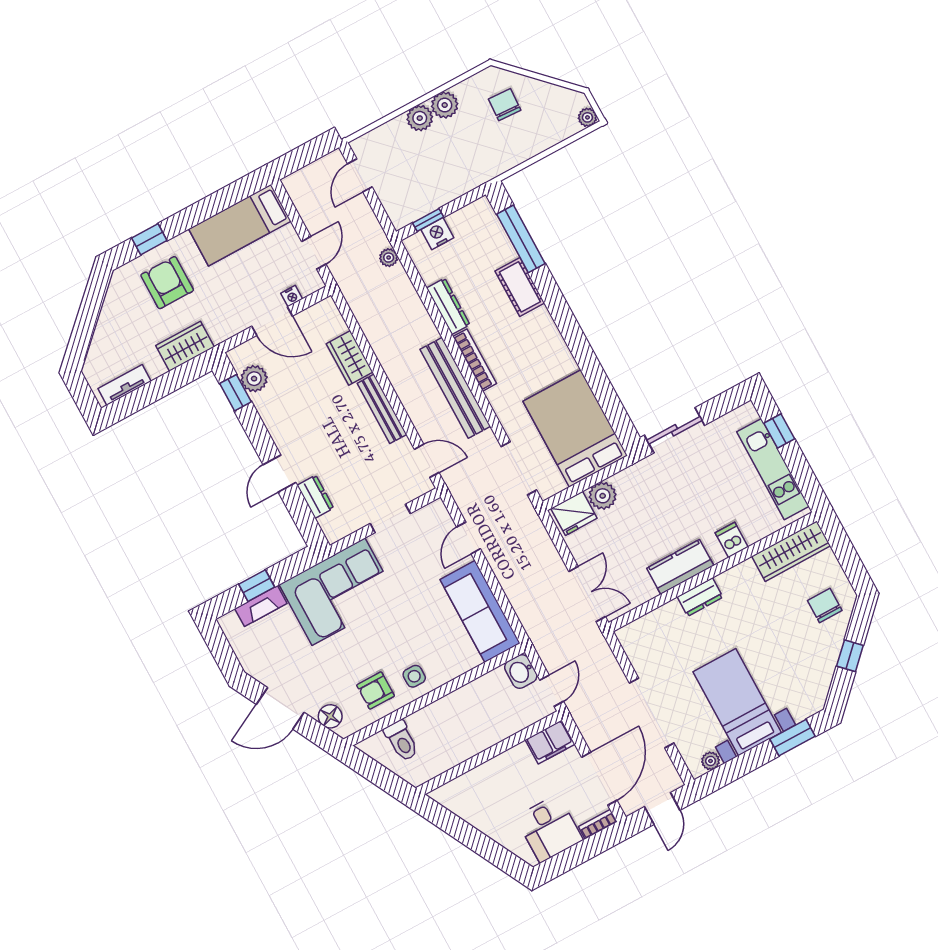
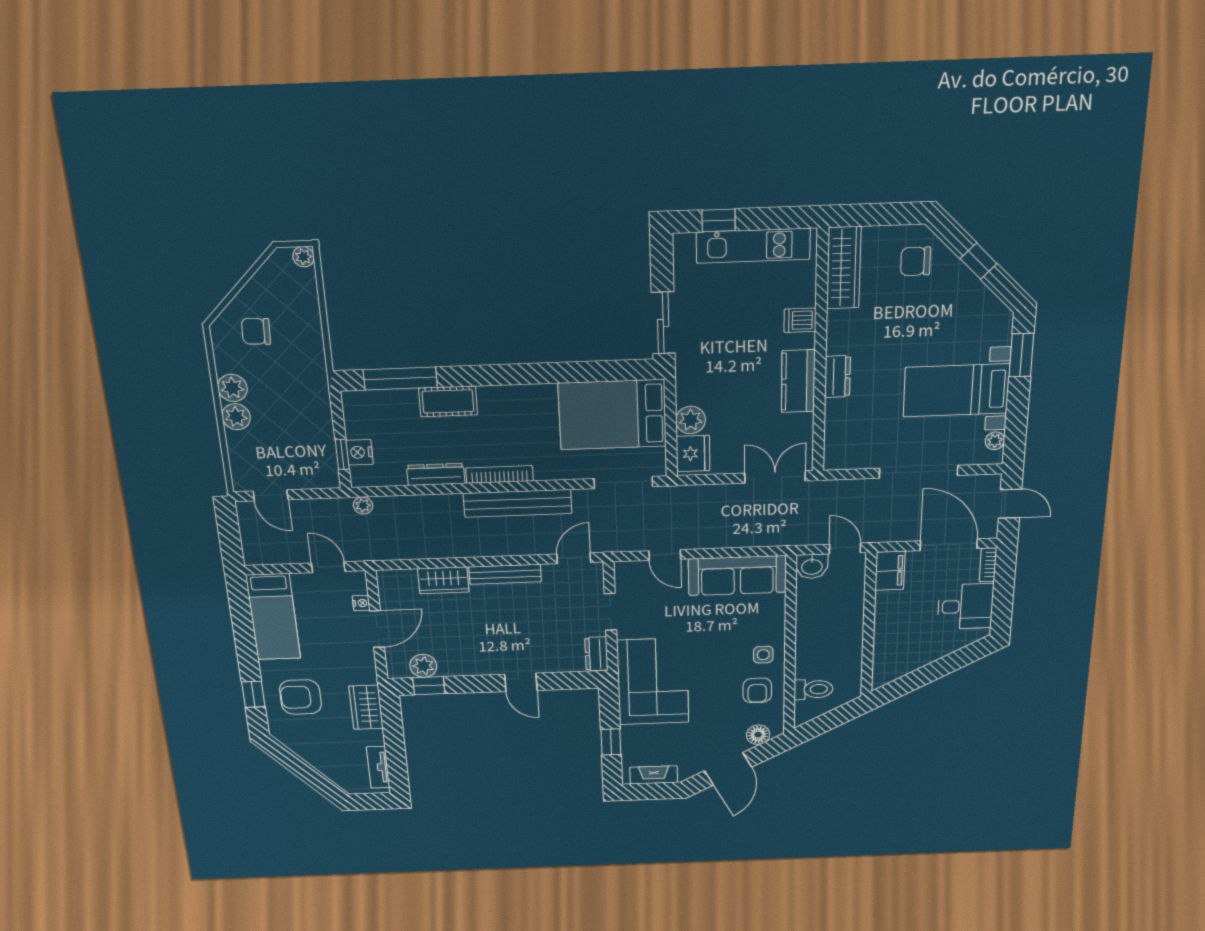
dresser: (315, 497) -> (596, 654), moved, turned -90
fireplace: (261, 606) -> (654, 775), moved, turned -90

